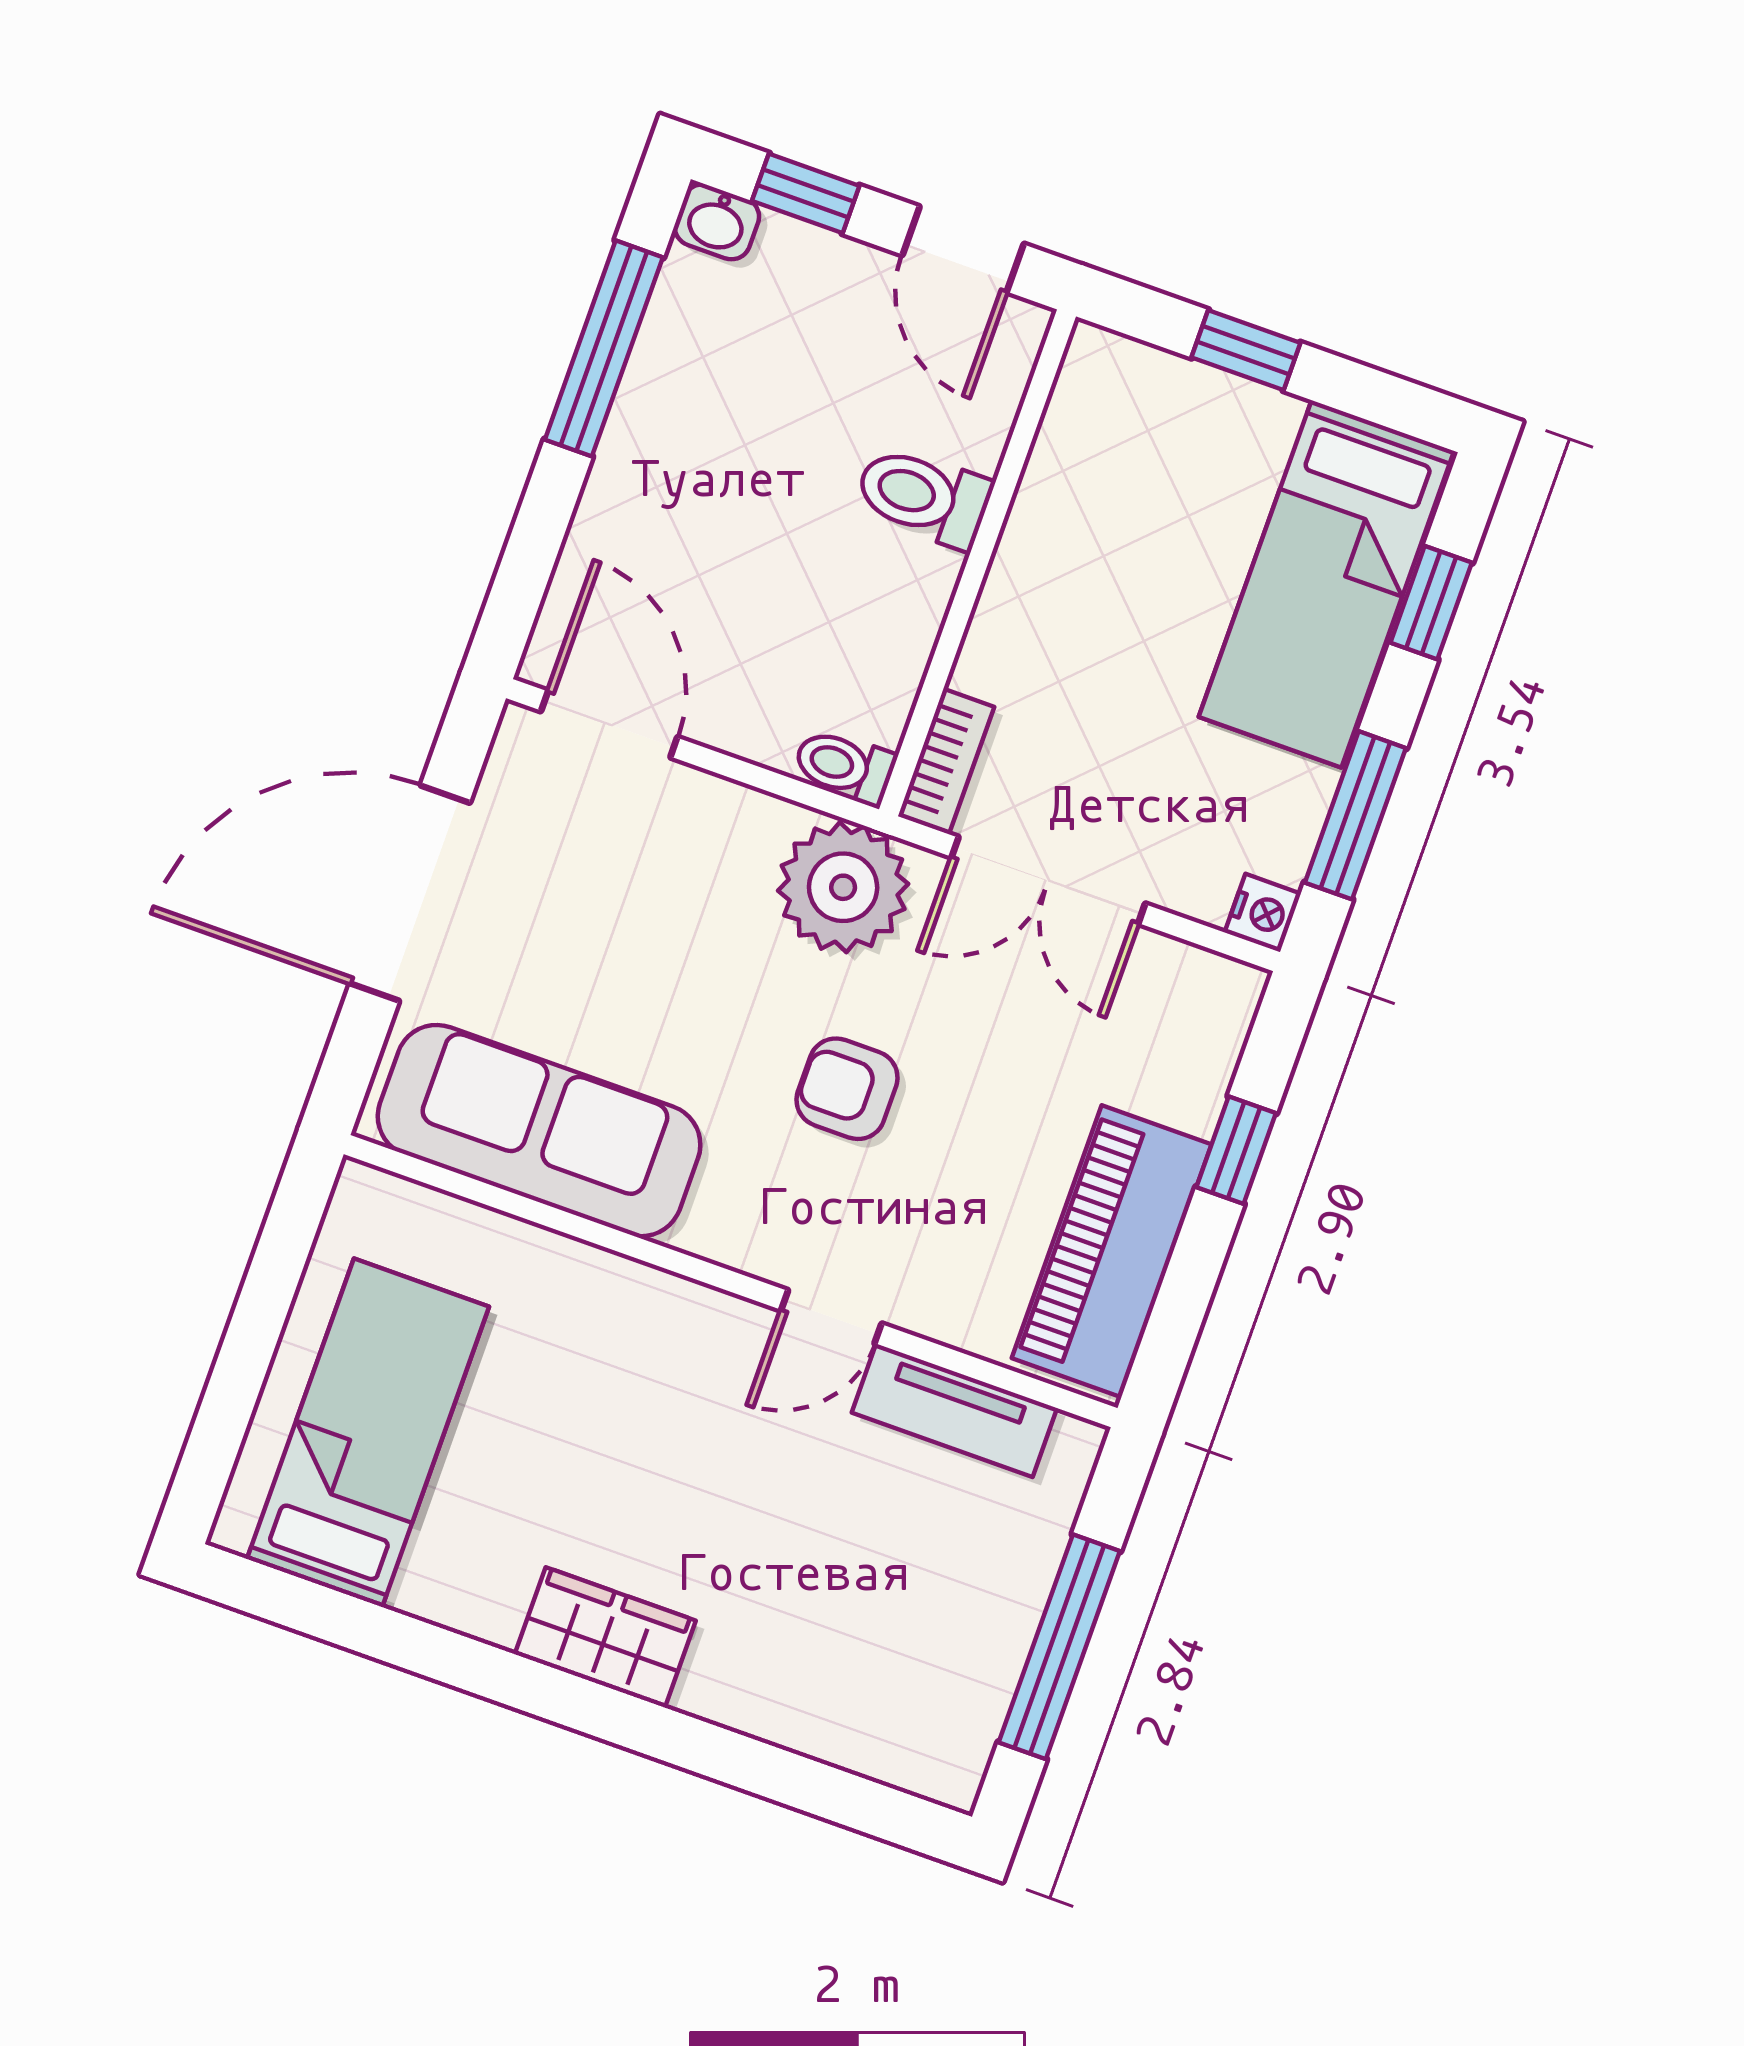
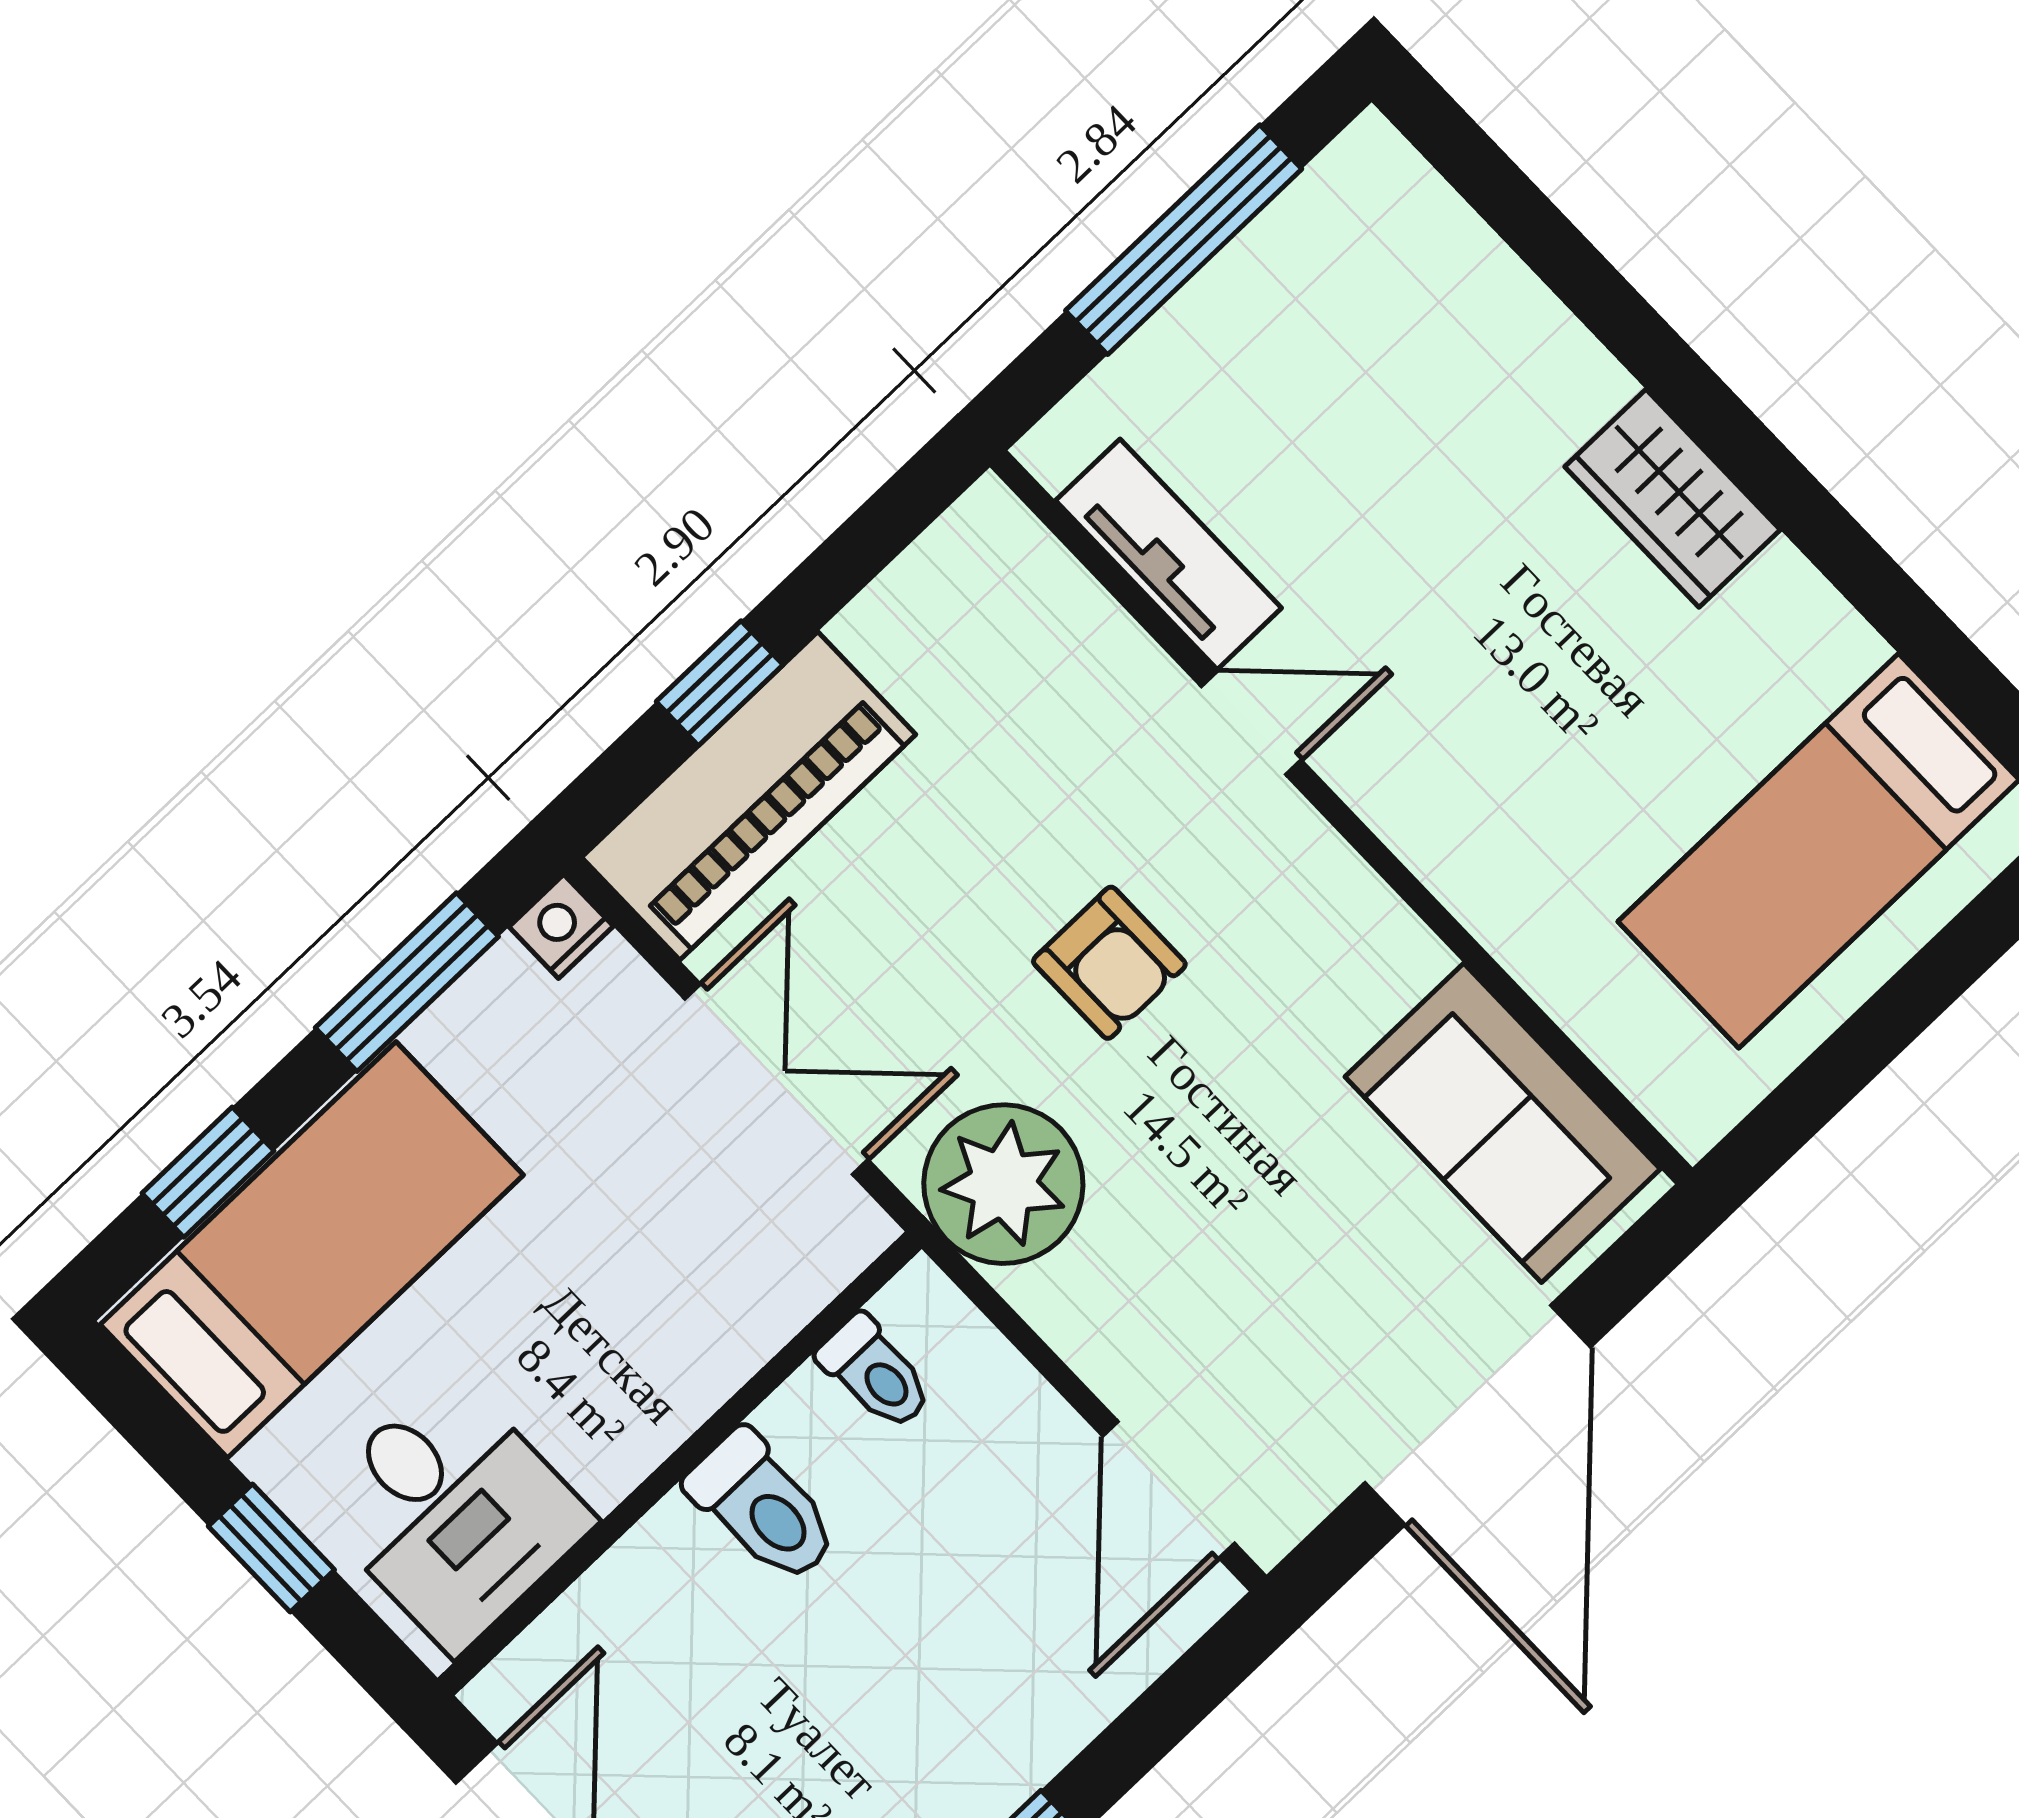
desk: (1127, 443) -> (452, 1512), added
toilet: (923, 497) -> (763, 1507), moved
bookcase: (946, 762) -> (822, 1265), removed
toilet: (844, 766) -> (875, 1373), moved
door: (410, 893) -> (1478, 1415), hinge flipped
sofa: (539, 1131) -> (1503, 1123), width x0.73
piano: (1112, 1251) -> (749, 796), moved

